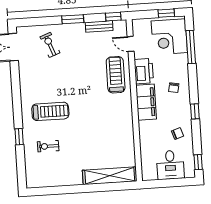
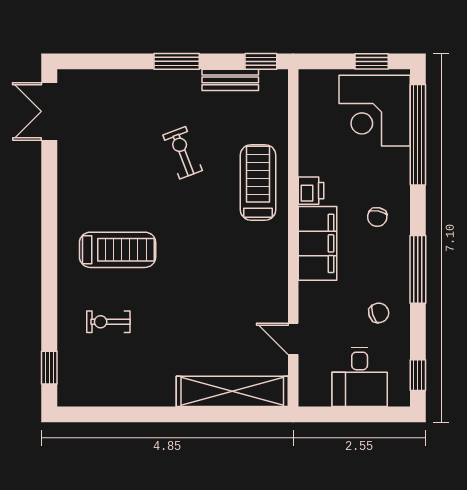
door: (131, 44) -> (293, 339), moved
exercise bike: (50, 45) -> (183, 153), moved
window: (191, 47) -> (418, 135), width x1.46
printer: (144, 71) -> (311, 191), width x0.53, depth x0.68
window: (195, 111) -> (418, 269), width x2.17
window: (19, 137) -> (49, 368), moved

